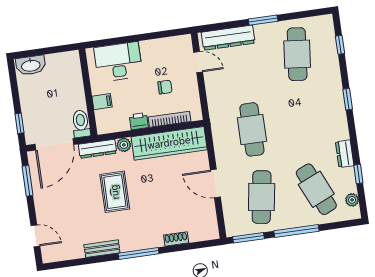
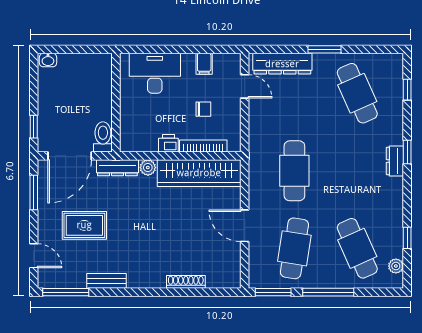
cafe table: (297, 54) -> (357, 93), turned -30
washbasin: (31, 65) -> (48, 60), width x0.52, depth x0.69
filing cabinet: (102, 102) -> (204, 64), moved, turned 90
dresser: (345, 154) -> (395, 161), moved
rug: (115, 192) -> (84, 225), moved, turned 90
shoe rack: (176, 239) -> (186, 282), width x1.43
window: (139, 253) -> (66, 292), moved

